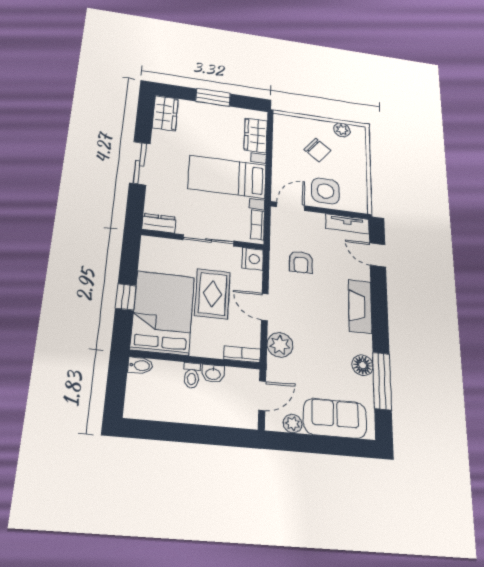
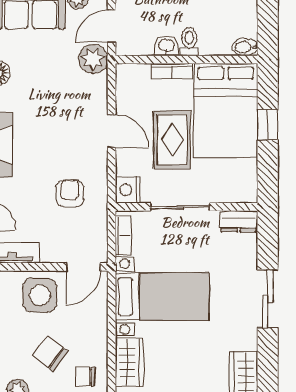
chair: (290, 131) -> (85, 376), added
plant: (280, 345) -> (93, 59), moved
bookcase: (242, 354) -> (172, 71), moved

